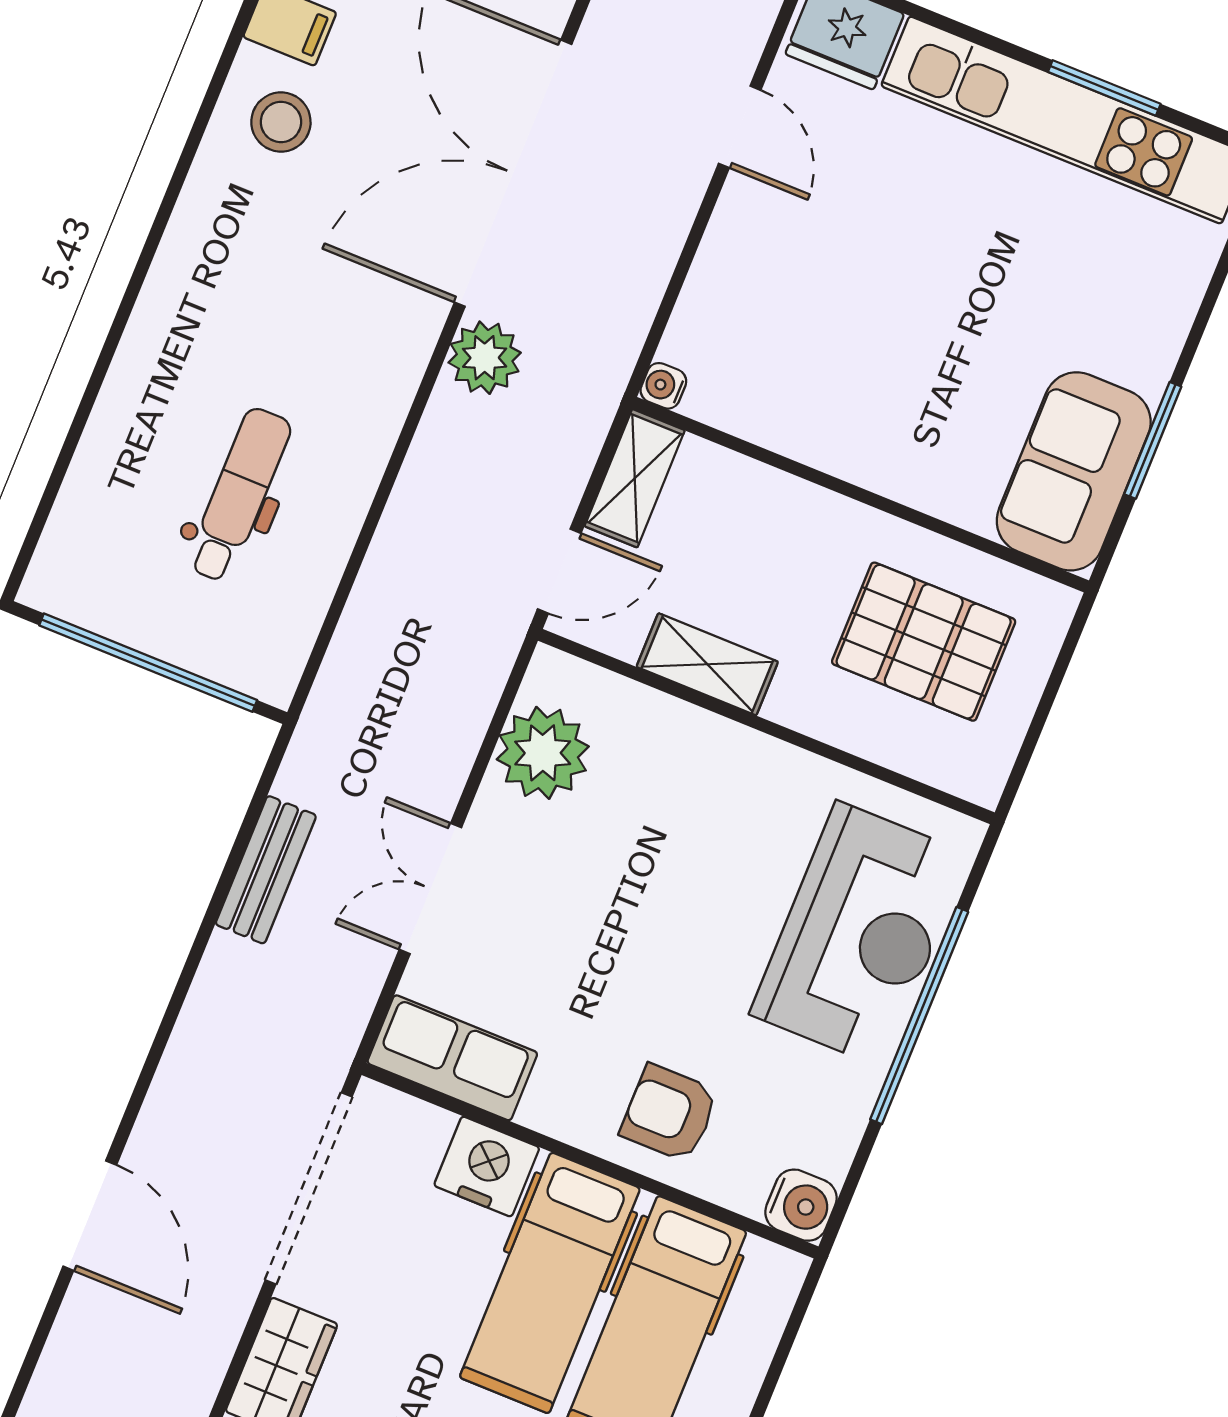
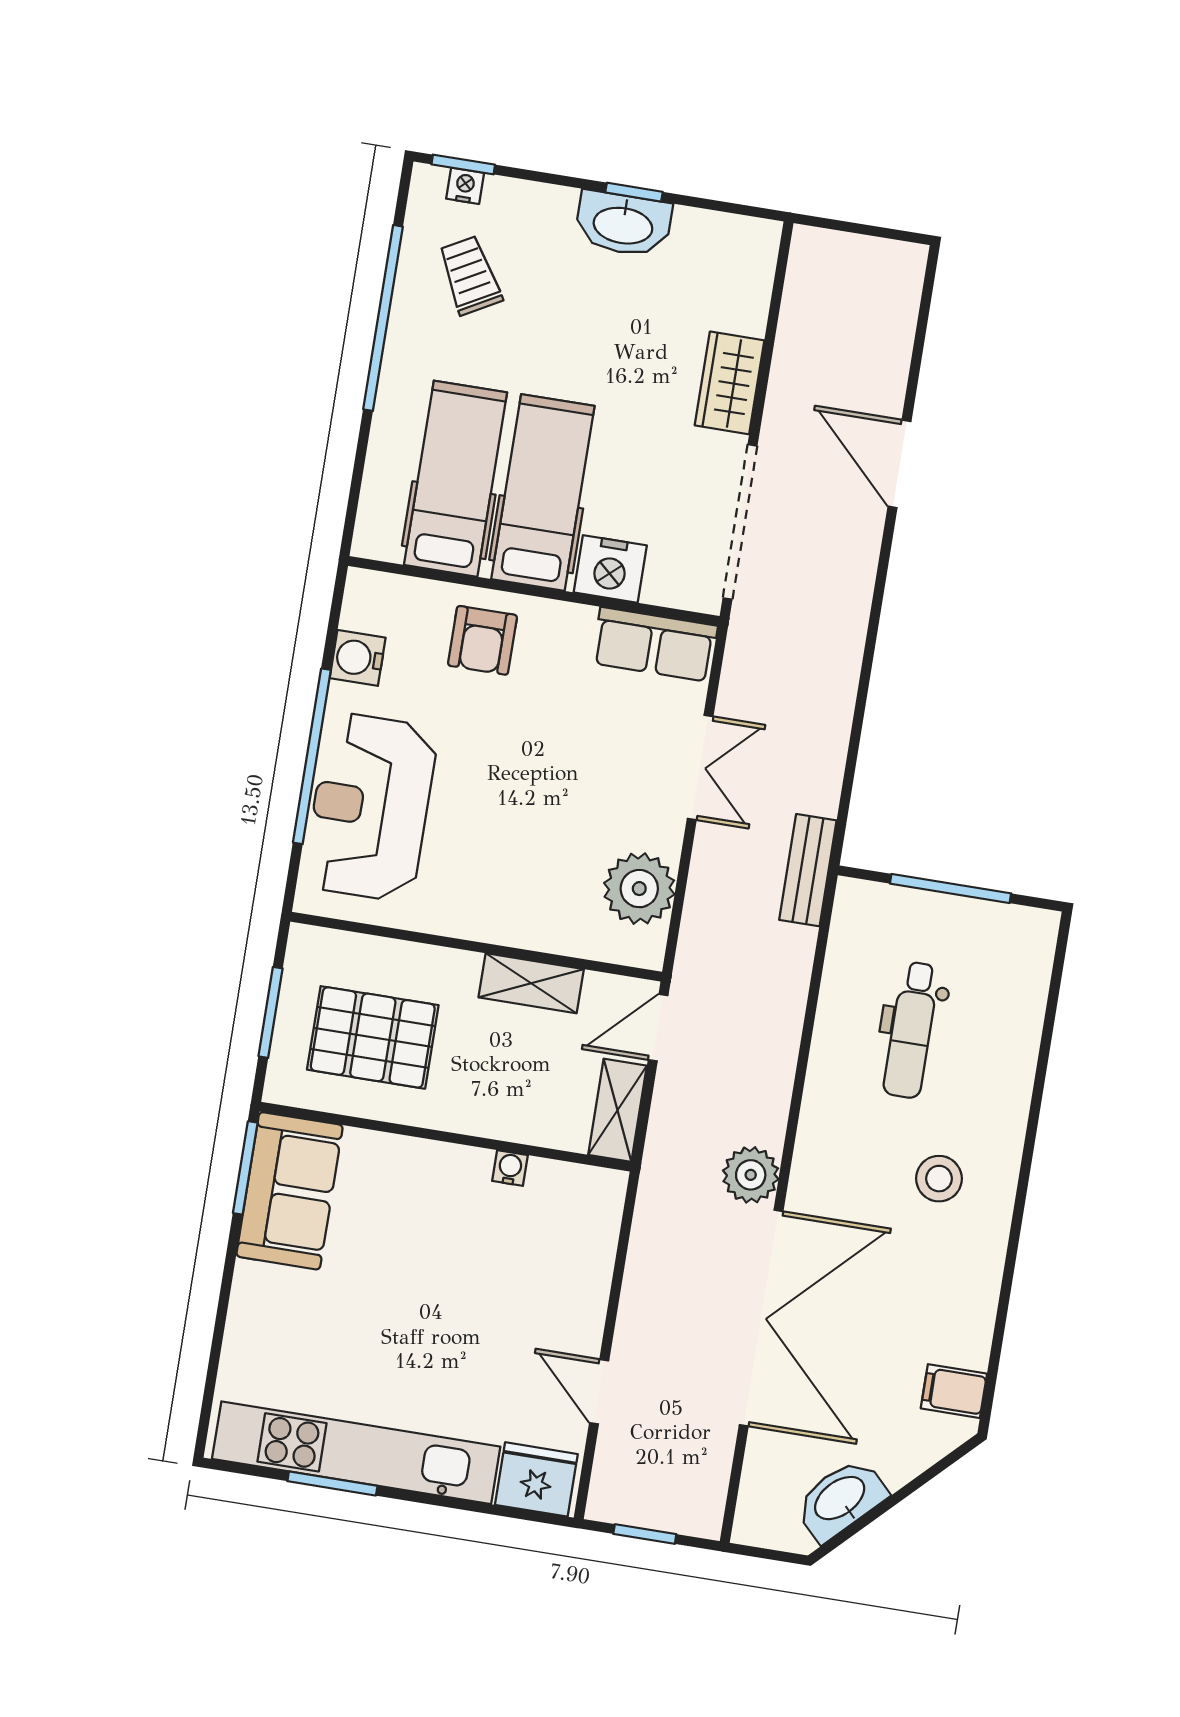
stool: (281, 122) -> (939, 1179), moved
water cooler: (663, 386) -> (510, 1168), moved, turned -90
window: (1153, 440) -> (245, 1168), moved
window: (148, 663) -> (951, 889), width x0.68
window: (1046, 703) -> (271, 1012), added
bench: (266, 870) -> (808, 870), moved
armchair: (669, 1113) -> (482, 640), turned 90
water cooler: (801, 1205) -> (358, 658), moved

